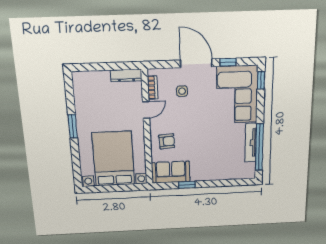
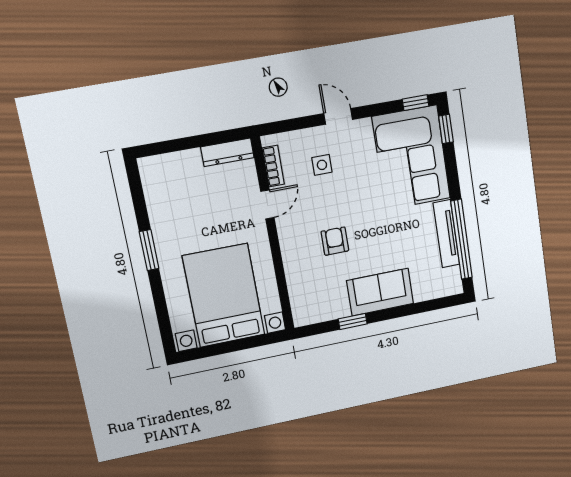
window: (228, 62) -> (415, 103), moved
door: (196, 63) -> (338, 116), width x0.53
armchair: (167, 141) -> (335, 241), moved, turned -86
sofa: (171, 172) -> (380, 292), moved

